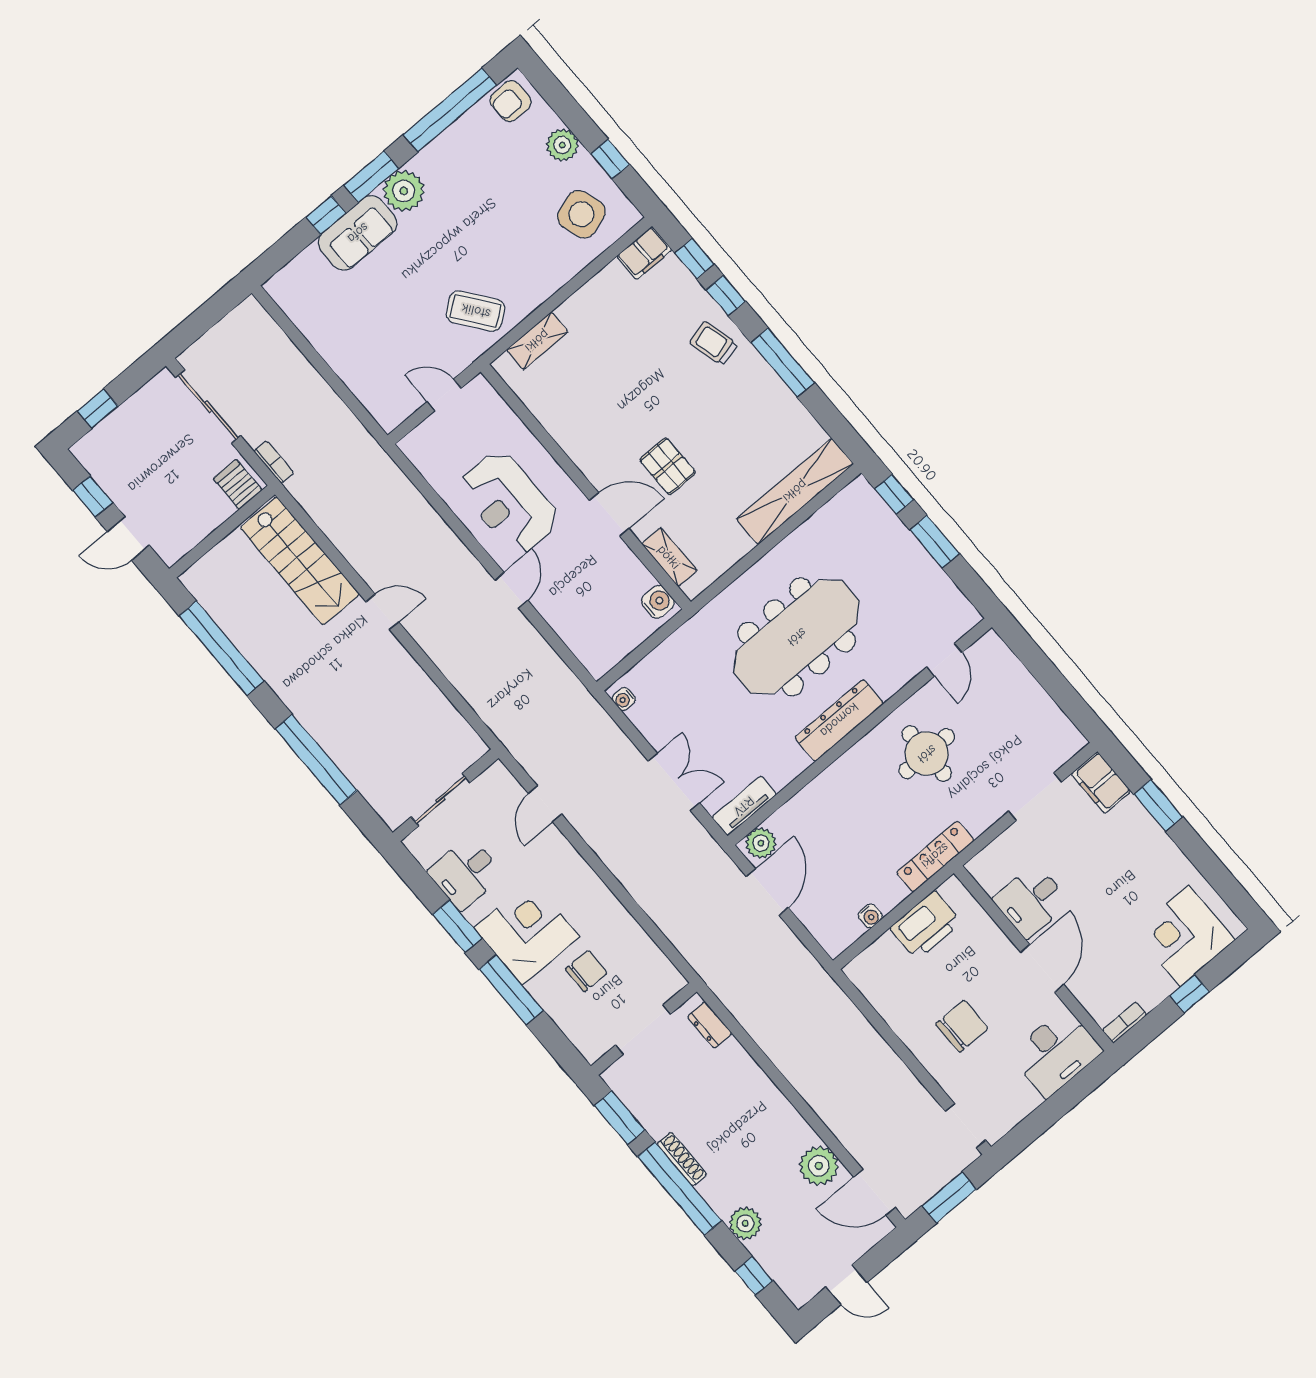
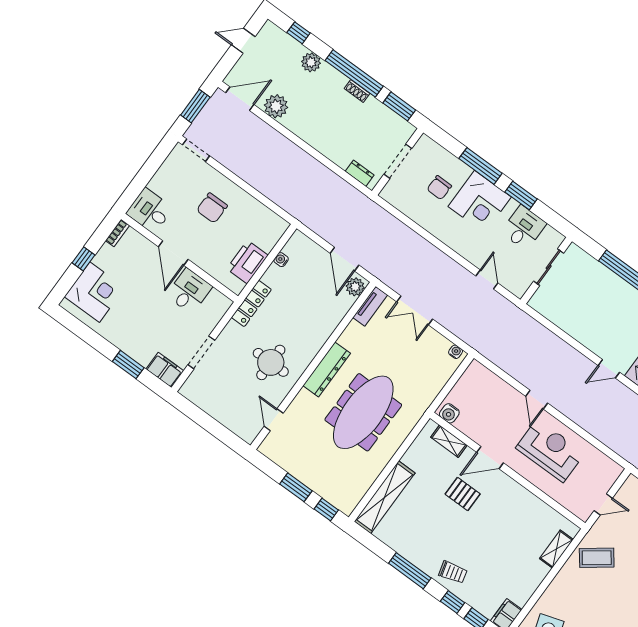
desk: (1056, 1053) -> (150, 211), width x0.73
shoe rack: (682, 1159) -> (357, 91), width x0.70

